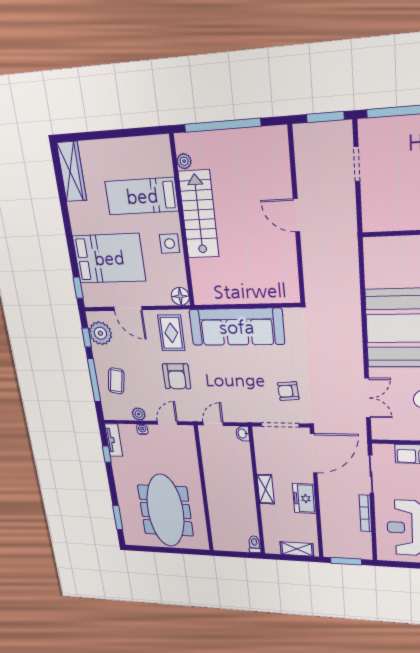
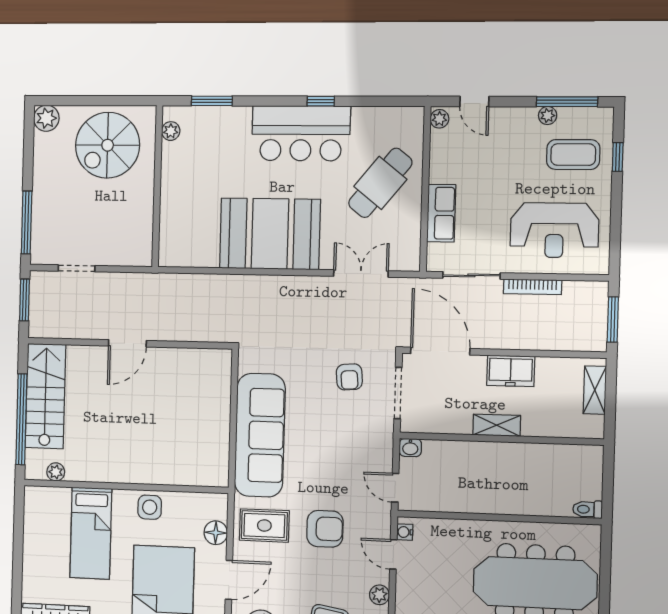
stairs: (199, 214) -> (45, 396), moved, turned 90
floor lamp: (180, 296) -> (216, 533), moved
water cooler: (142, 429) -> (405, 532), moved
toilet: (254, 544) -> (587, 509), moved

